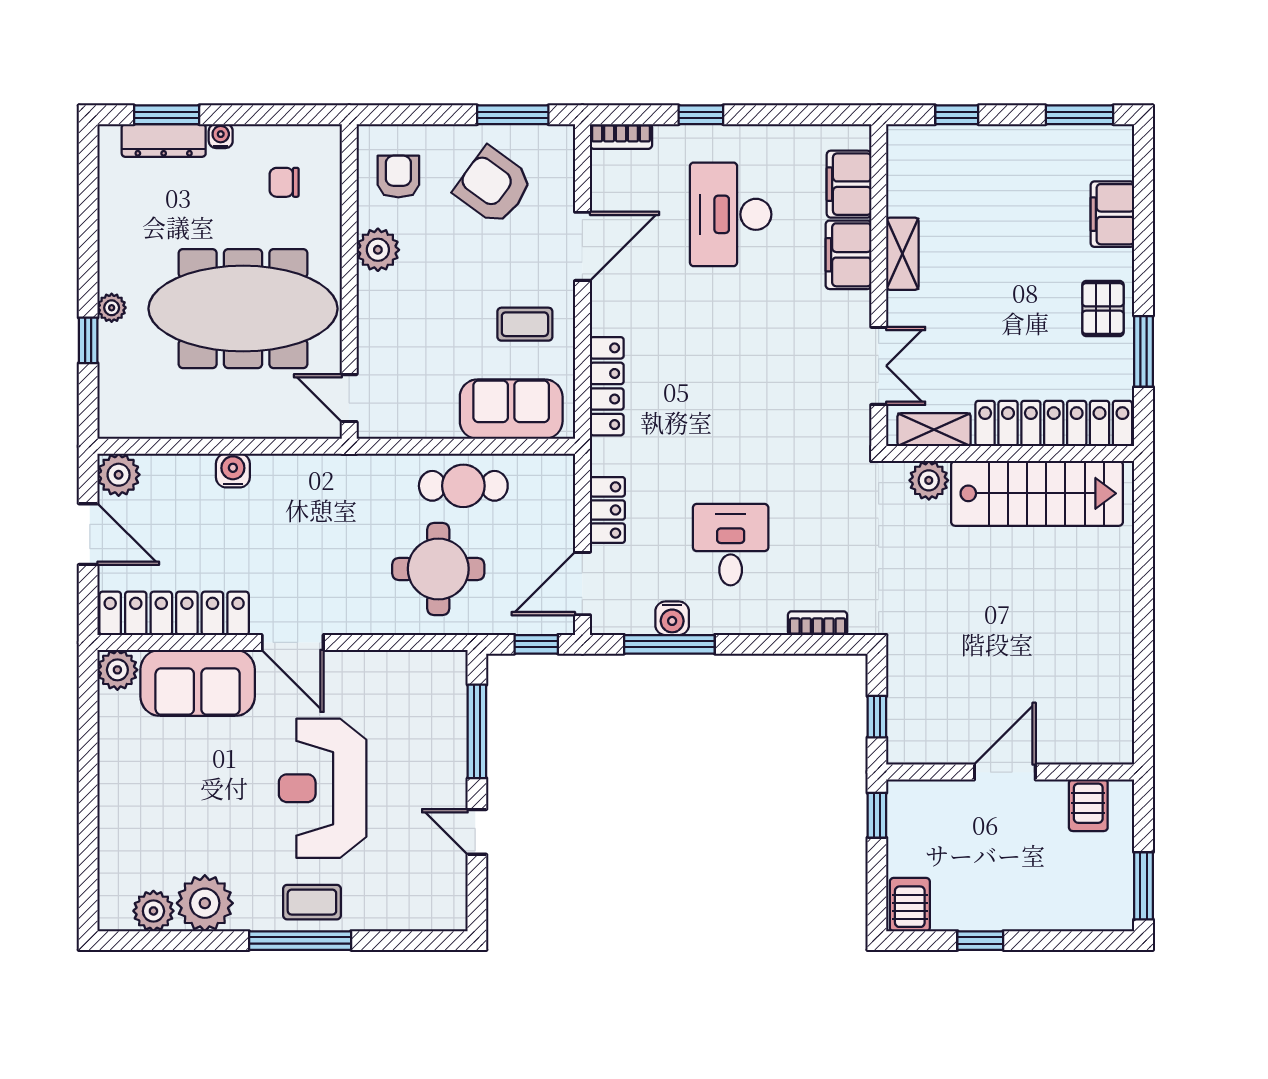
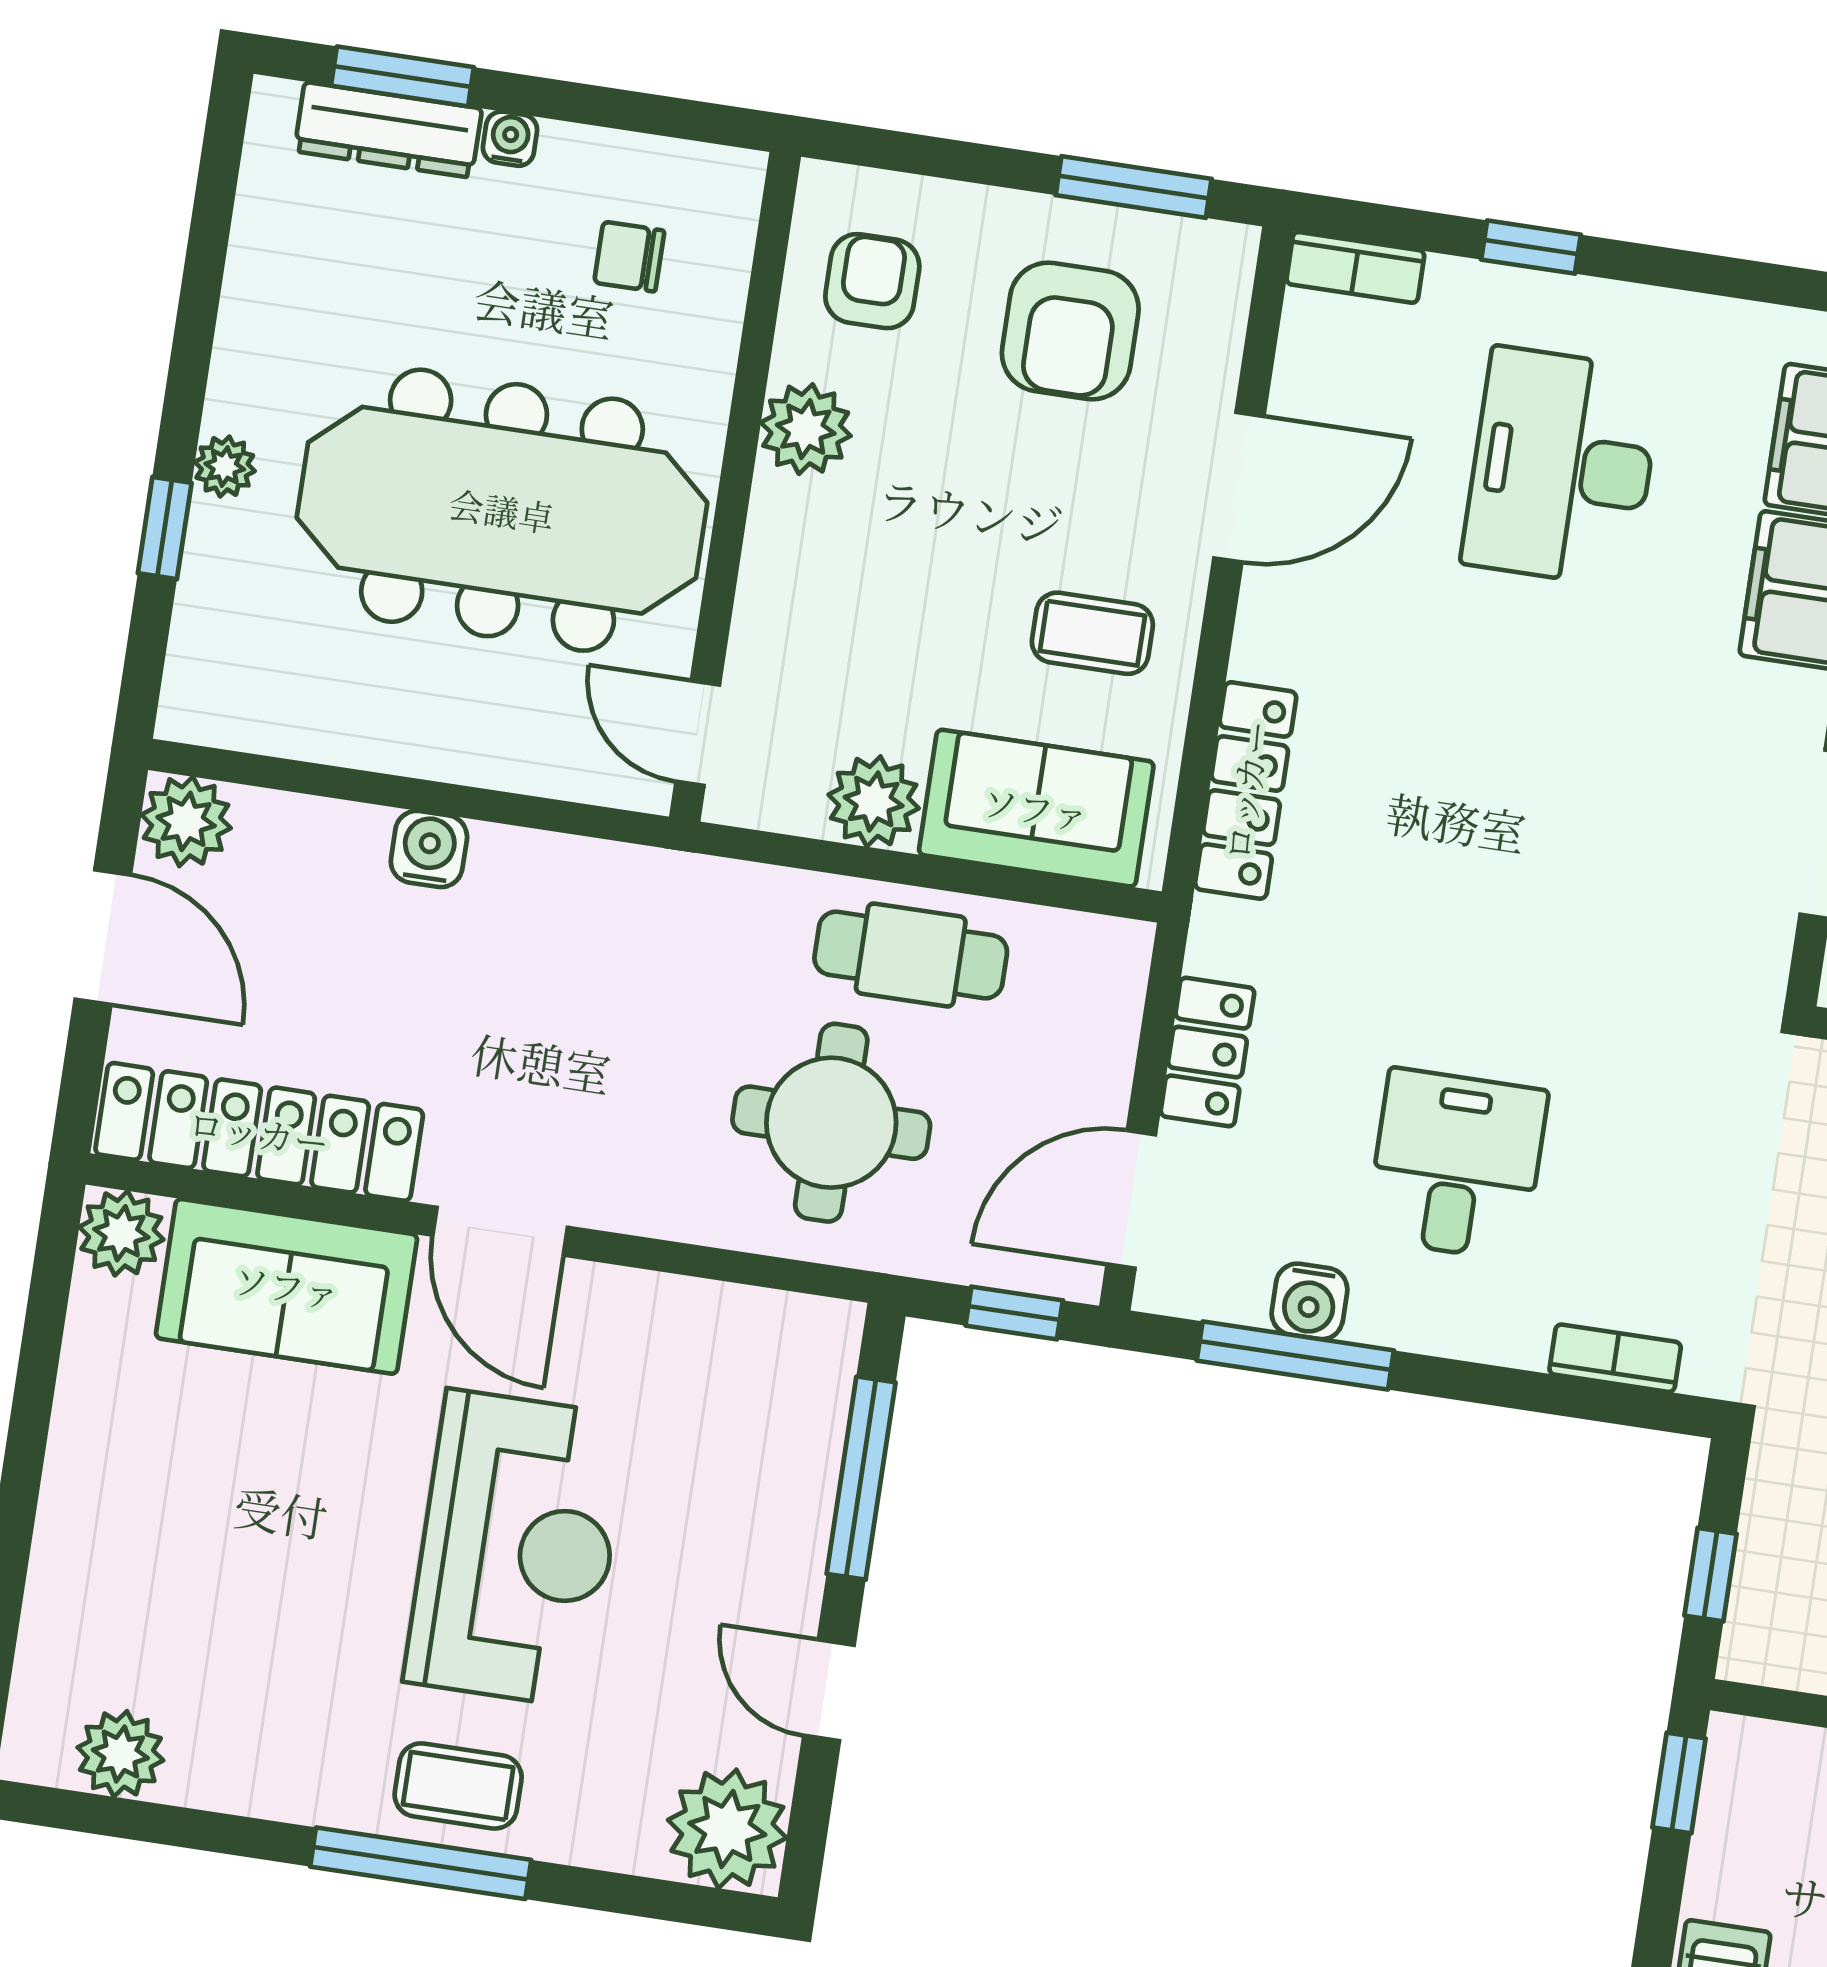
armchair: (493, 186) -> (1070, 331), turned -126
plant: (435, 417) -> (874, 801), added
reception desk: (323, 788) -> (517, 1549), turned 180
plant: (205, 903) -> (727, 1829), moved

